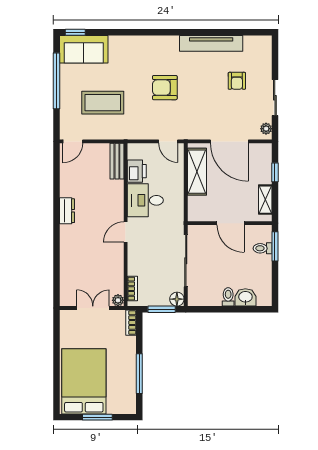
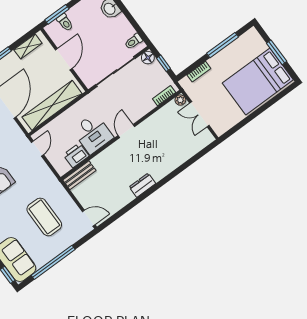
shelving: (197, 172) -> (52, 105), width x1.47
door: (126, 232) -> (126, 131), swing flipped
toilet: (228, 297) -> (134, 41), moved
window: (162, 309) -> (163, 63), width x0.67
bookcase: (131, 323) -> (199, 72), moved

